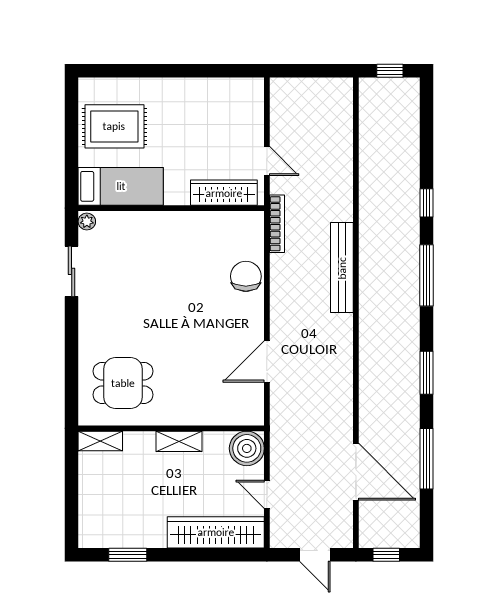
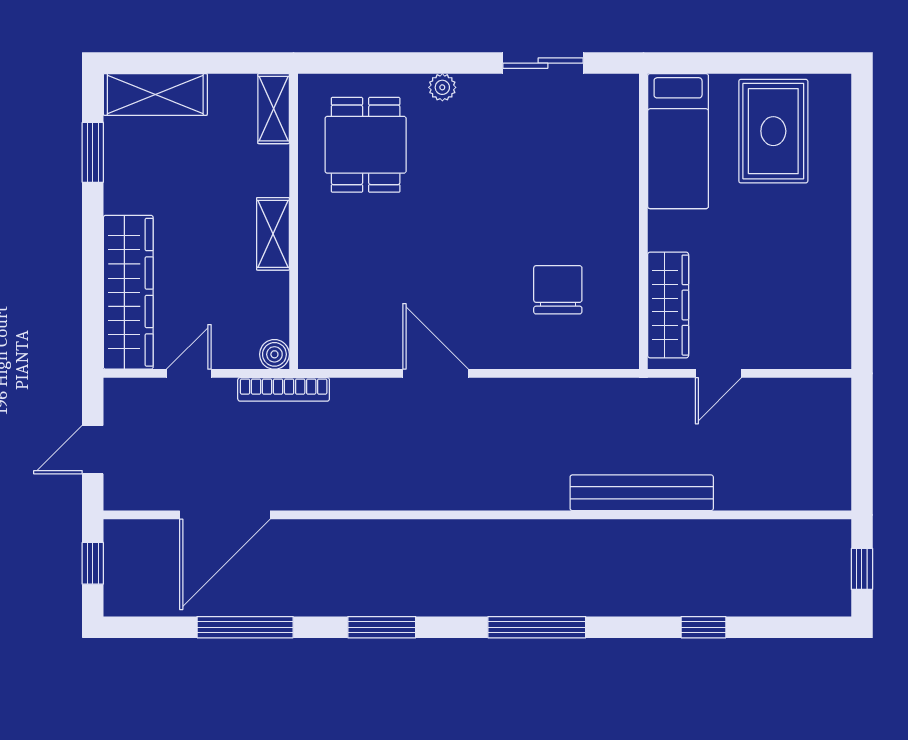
window: (427, 203) -> (703, 627), moved
plant: (87, 222) -> (442, 87), moved
bookcase: (277, 224) -> (284, 389), moved
bench: (342, 268) -> (642, 493), moved
chair: (246, 276) -> (558, 290), moved, turned -90
door: (267, 362) -> (436, 373), moved
boiler: (247, 448) -> (274, 354), width x0.54, depth x0.54
shelving: (91, 515) -> (155, 94), added

